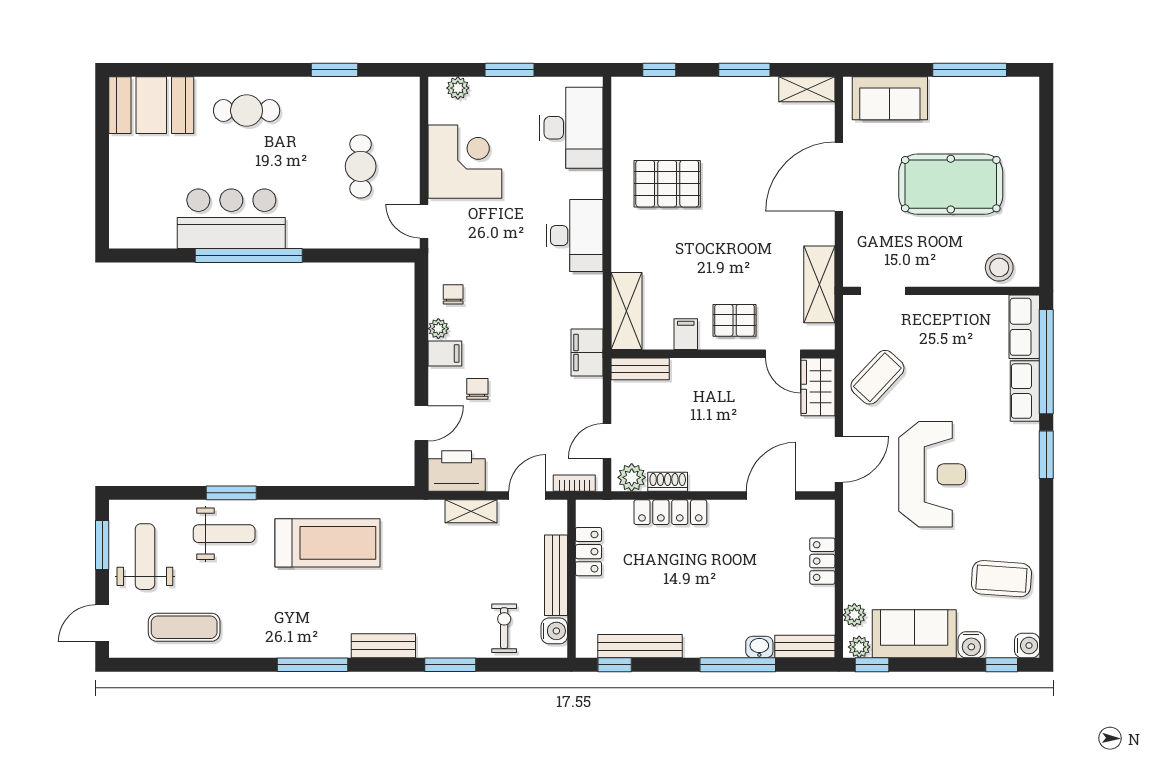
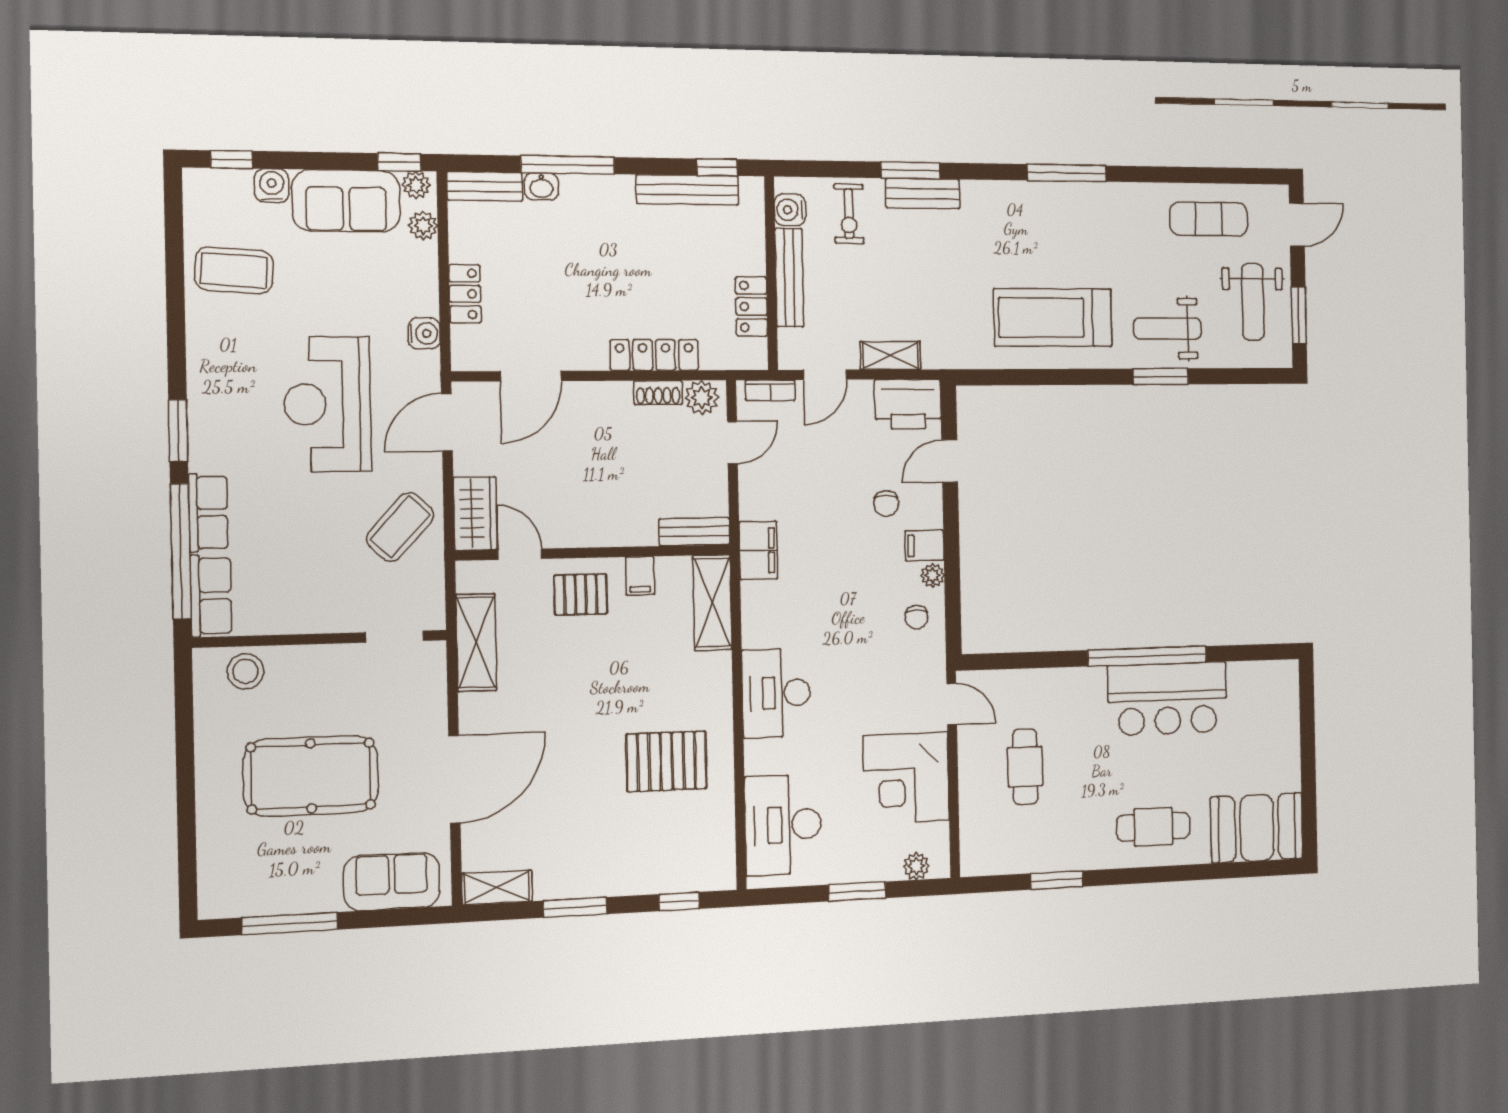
bench: (383, 646) -> (923, 194), moved
water cooler: (1027, 646) -> (424, 333), moved, turned 180

